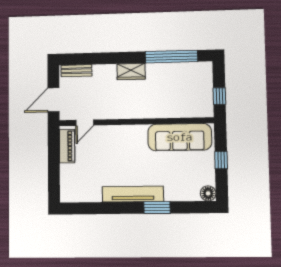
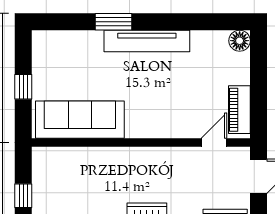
window: (219, 96) -> (23, 196), moved
floor lamp: (208, 193) -> (240, 41), moved

